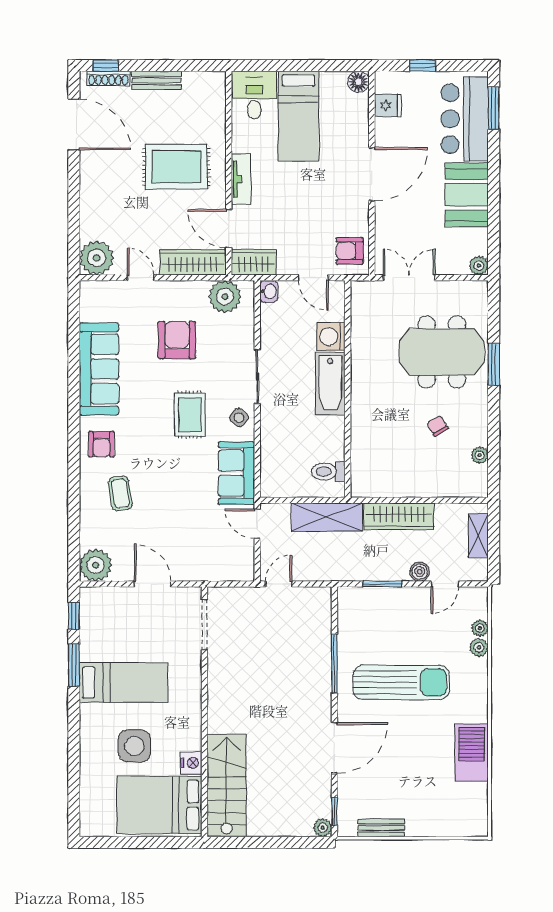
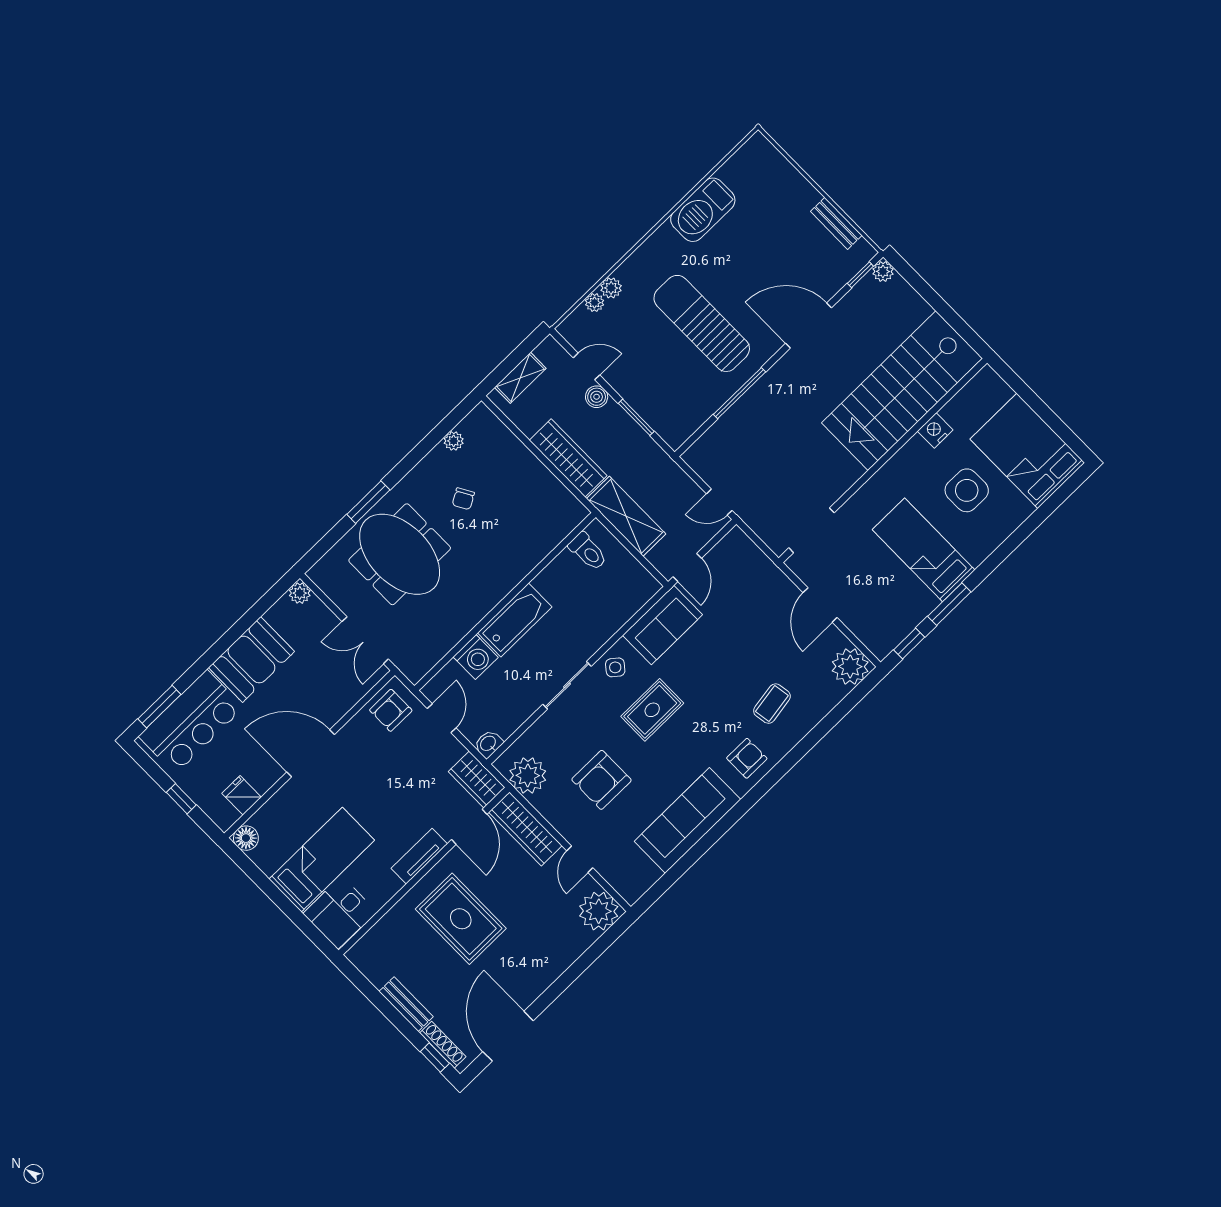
armchair: (350, 251) -> (391, 710), turned 90
stairs: (227, 785) -> (902, 391), width x1.36, depth x1.51
bed: (159, 805) -> (1027, 451), moved, turned 180

